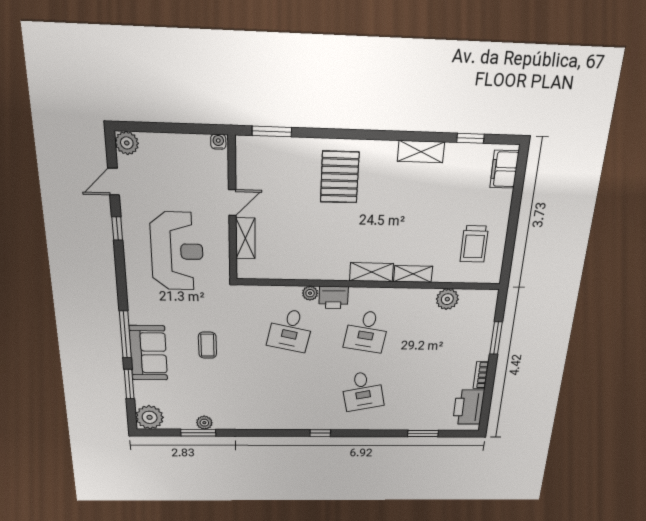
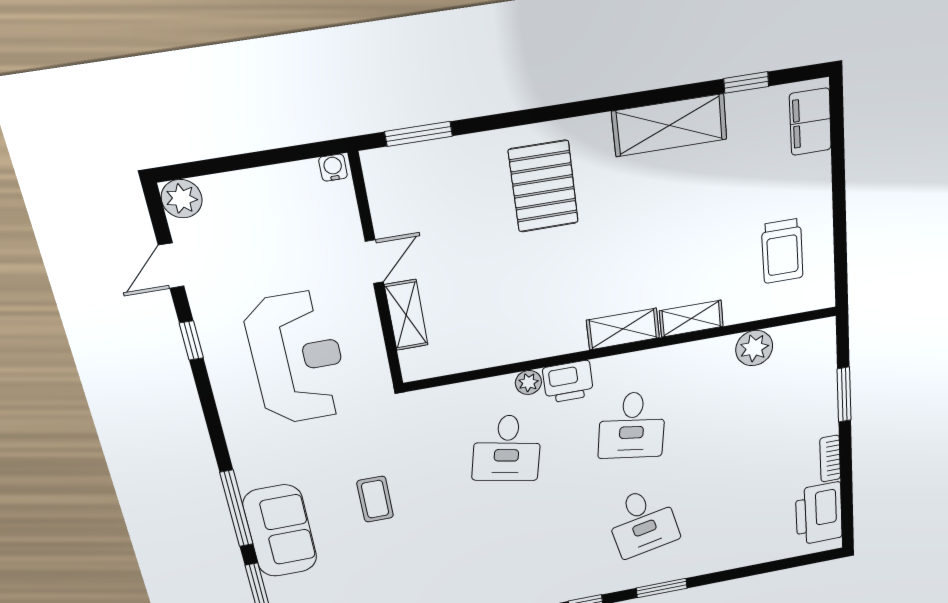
shelving: (421, 152) -> (670, 125), width x1.50, depth x1.33
window: (423, 433) -> (662, 588), moved

